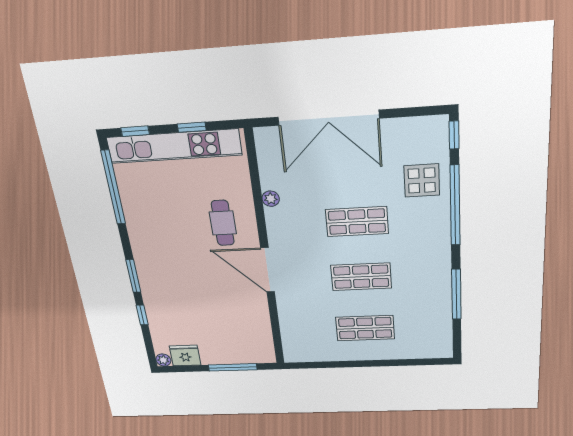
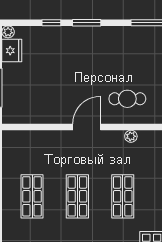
plant: (271, 199) -> (131, 136), moved
door: (268, 270) -> (87, 127), width x0.73

